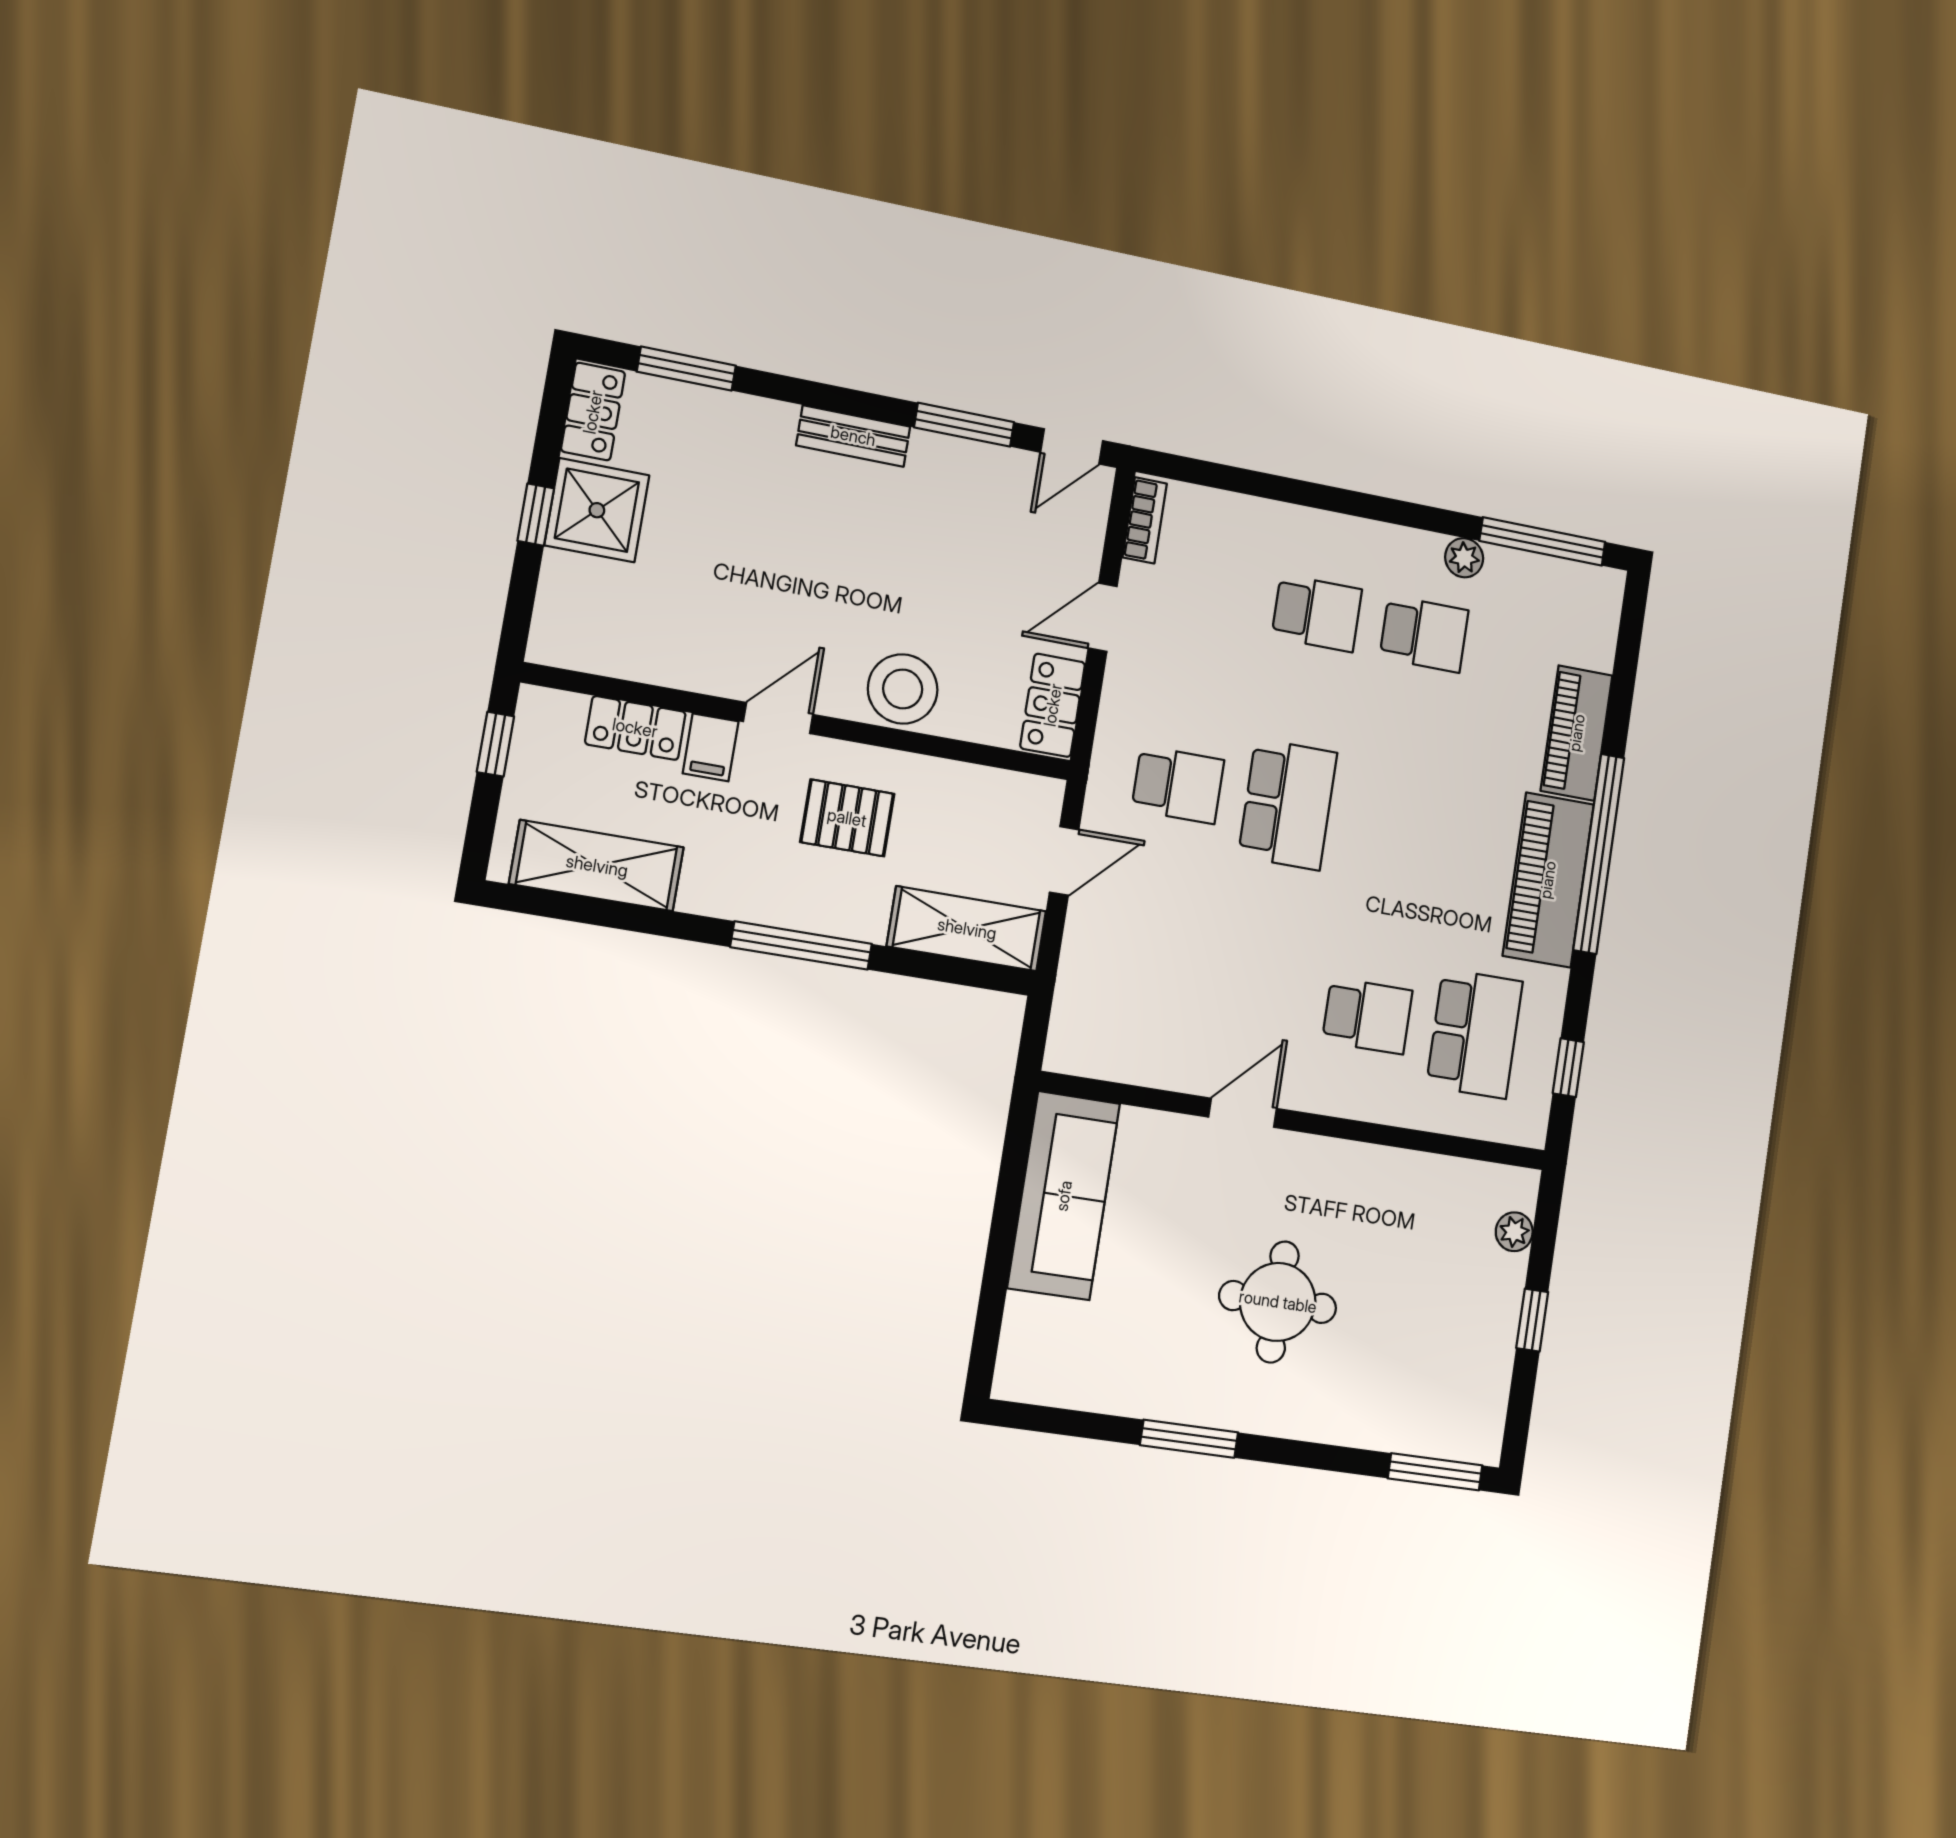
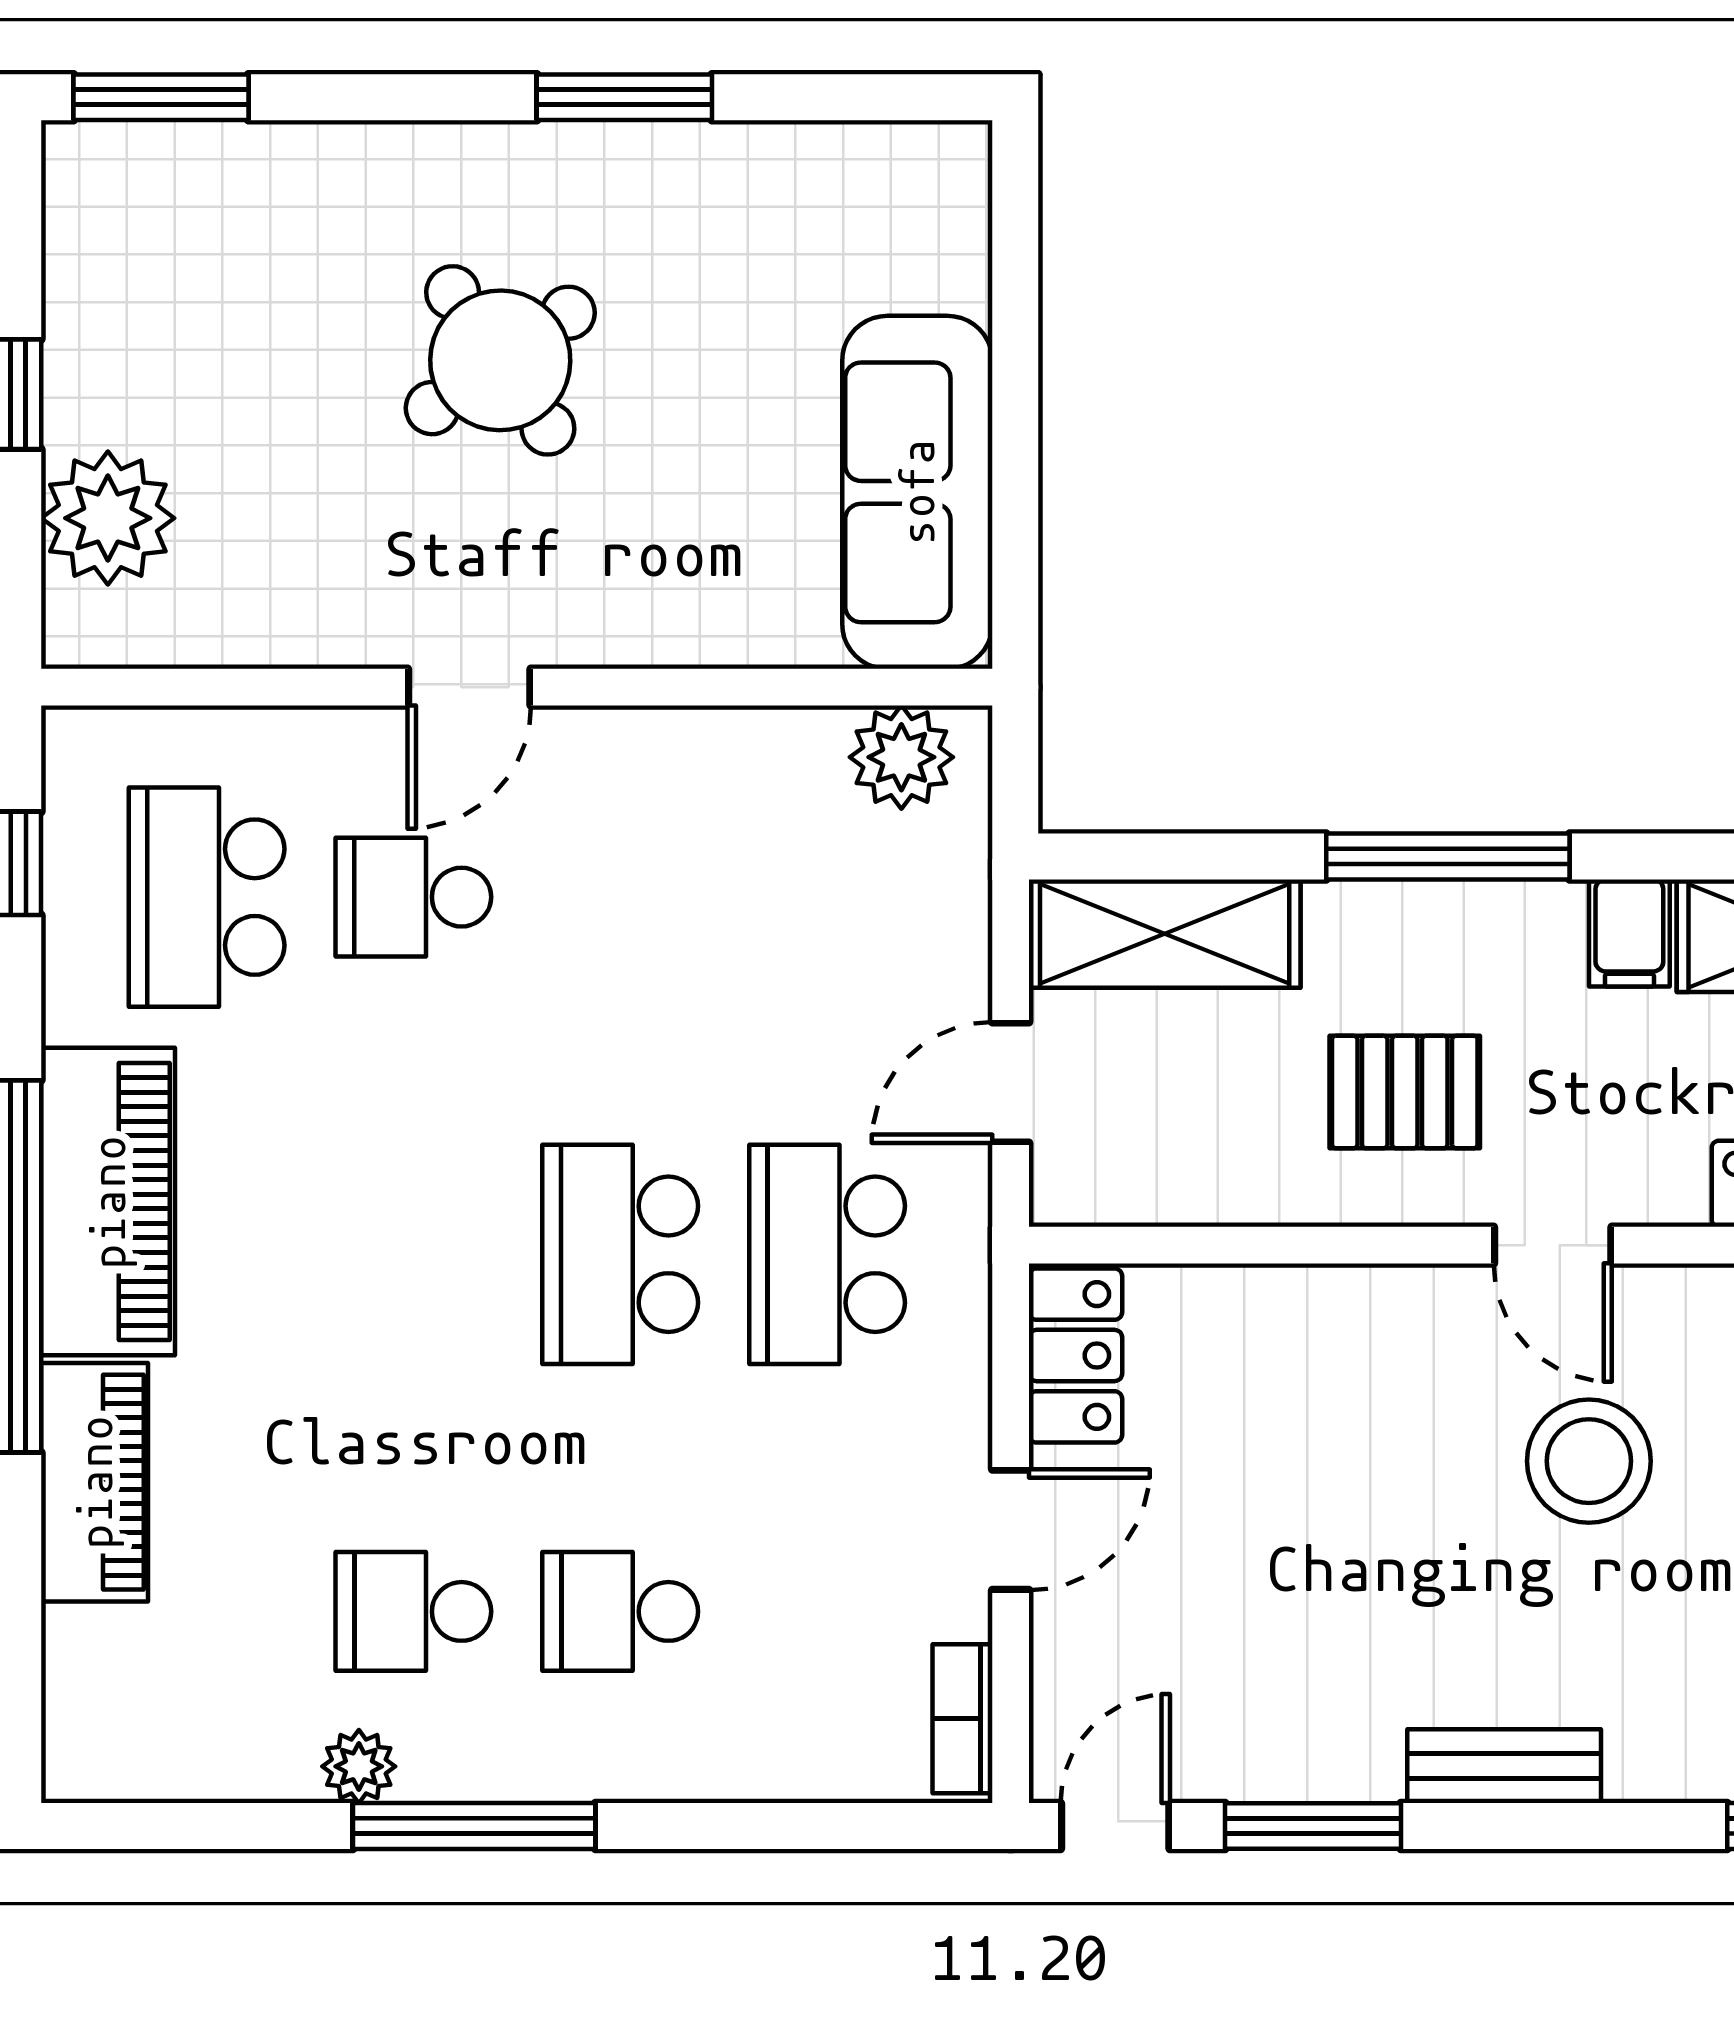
window: (1543, 541) -> (474, 1826), moved
stool: (903, 689) -> (1589, 1461), moved
door: (778, 718) -> (1553, 1245), hinge flipped
filing cabinet: (711, 747) -> (1629, 933), moved, turned 180
school desk: (1178, 785) -> (827, 1254), width x1.85
plant: (1095, 1050) -> (901, 757), added
door: (1243, 1113) -> (469, 687), moved
plant: (1514, 1232) -> (108, 518), width x1.87, depth x1.87
round table: (1278, 1302) -> (500, 360), turned -35

